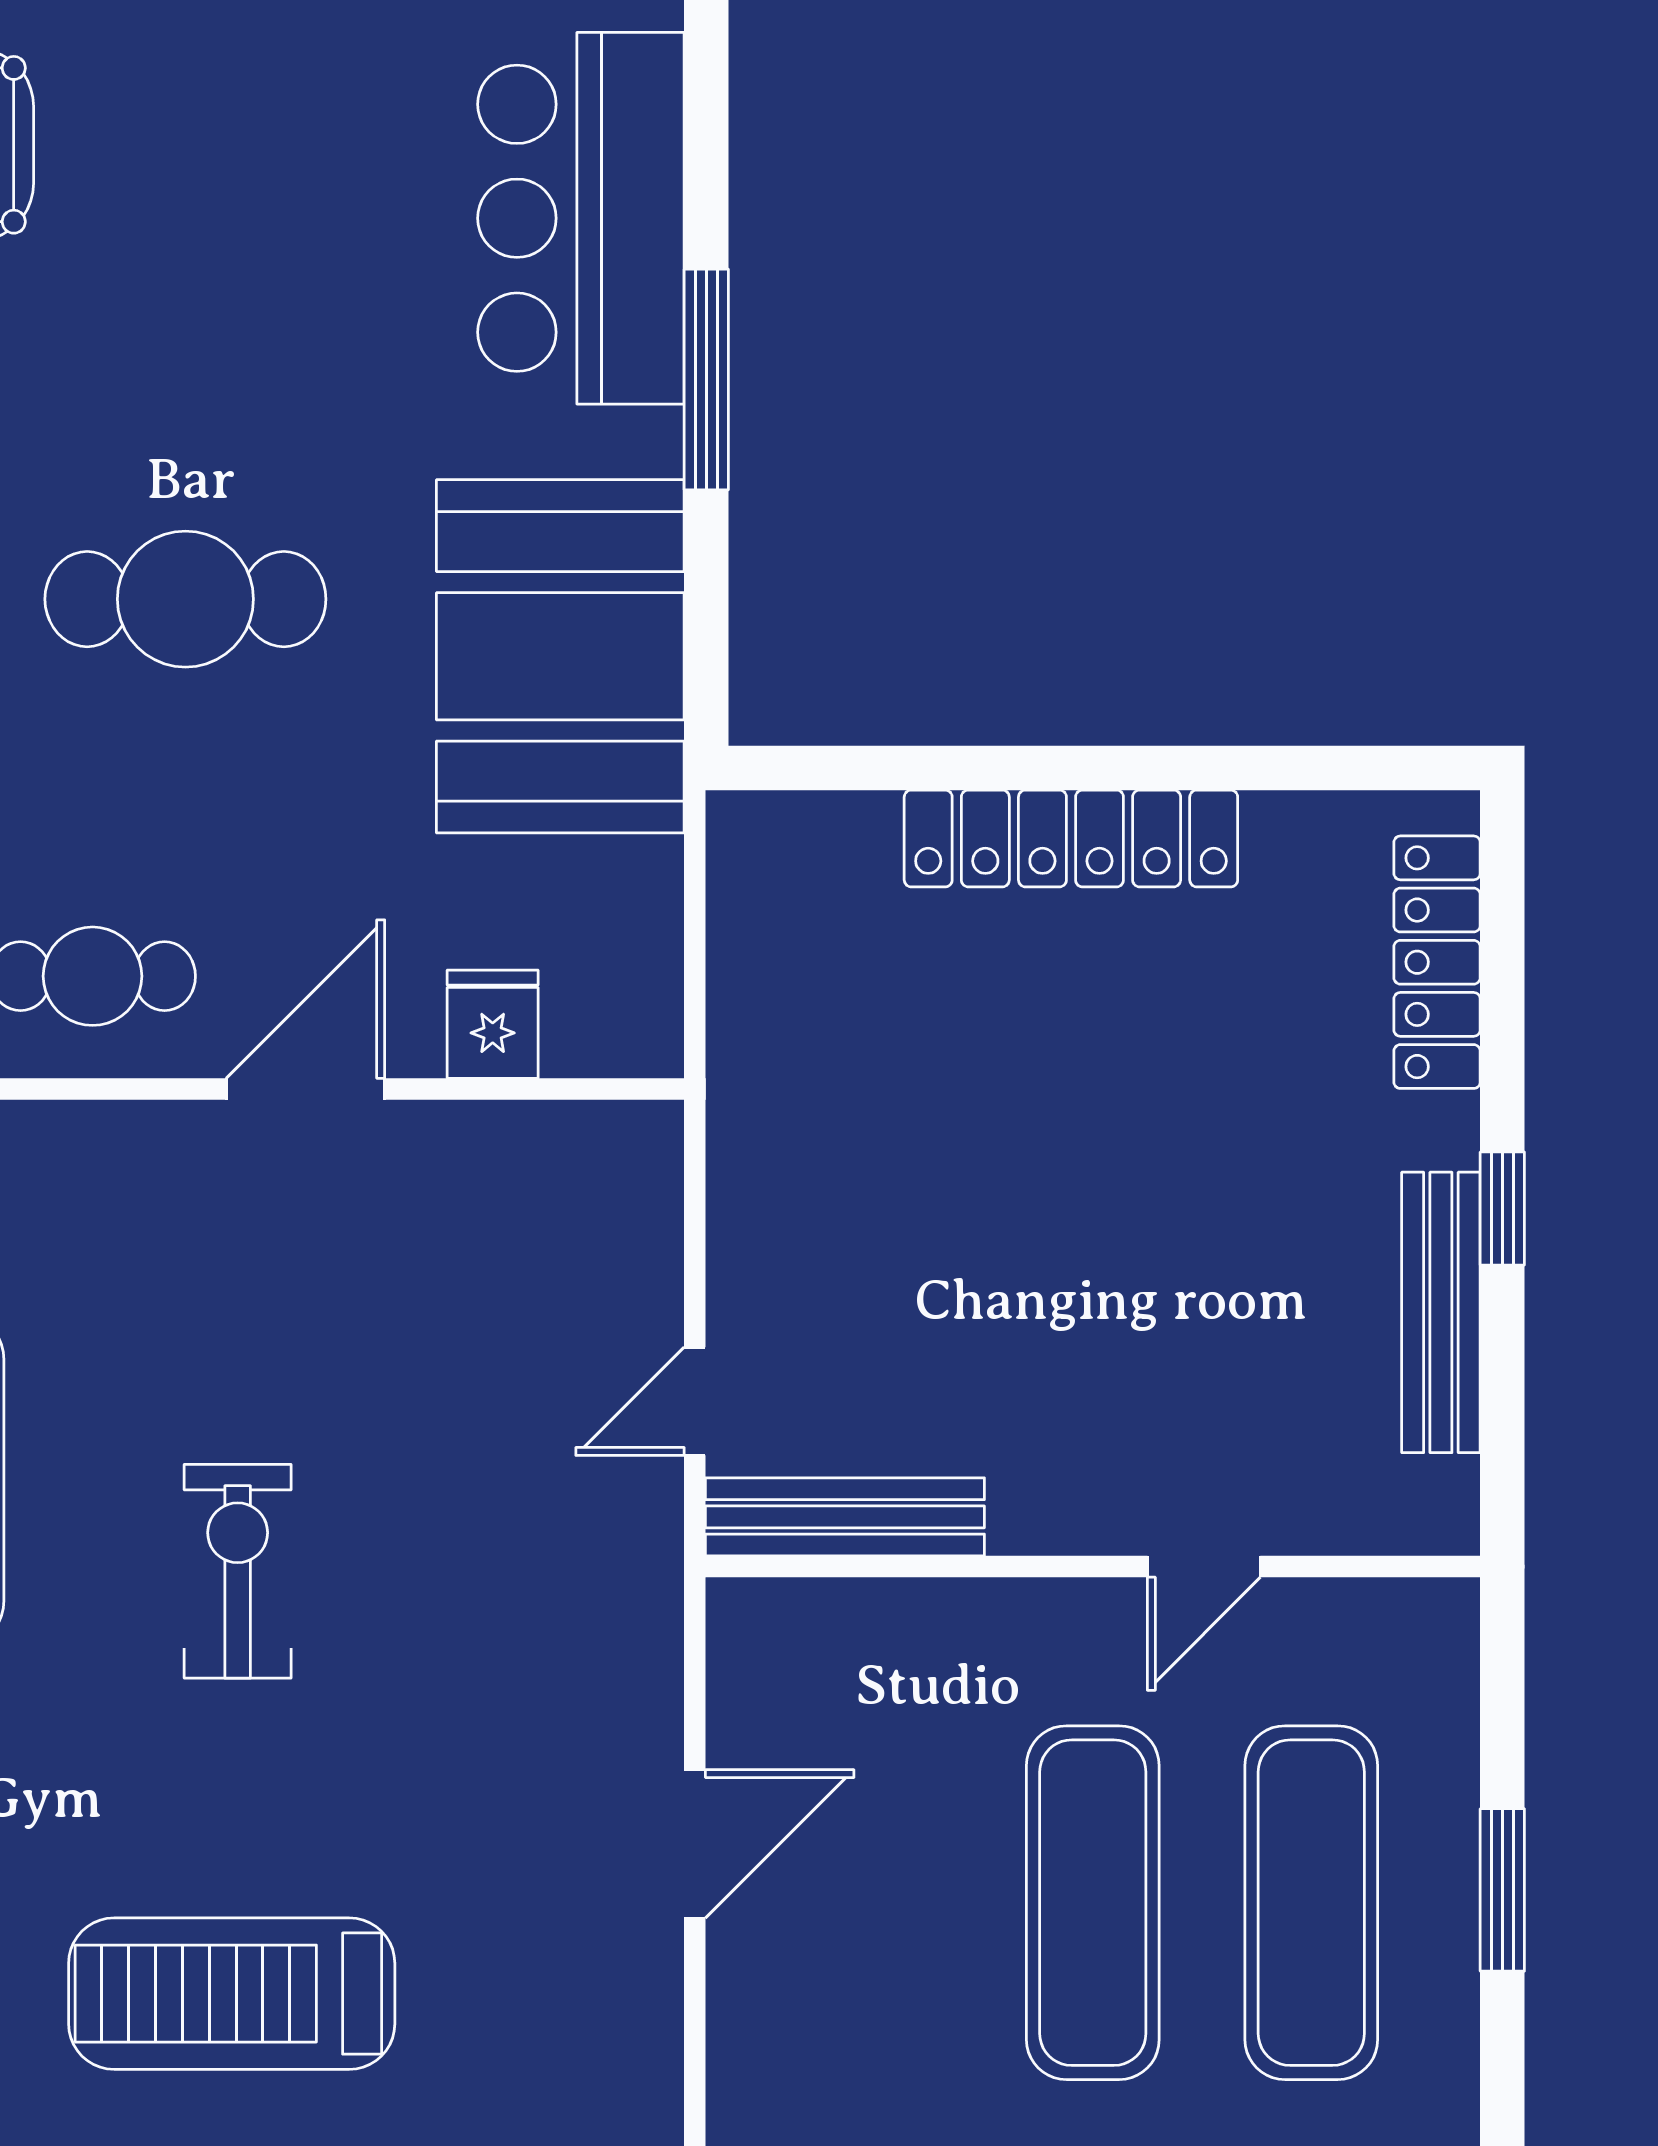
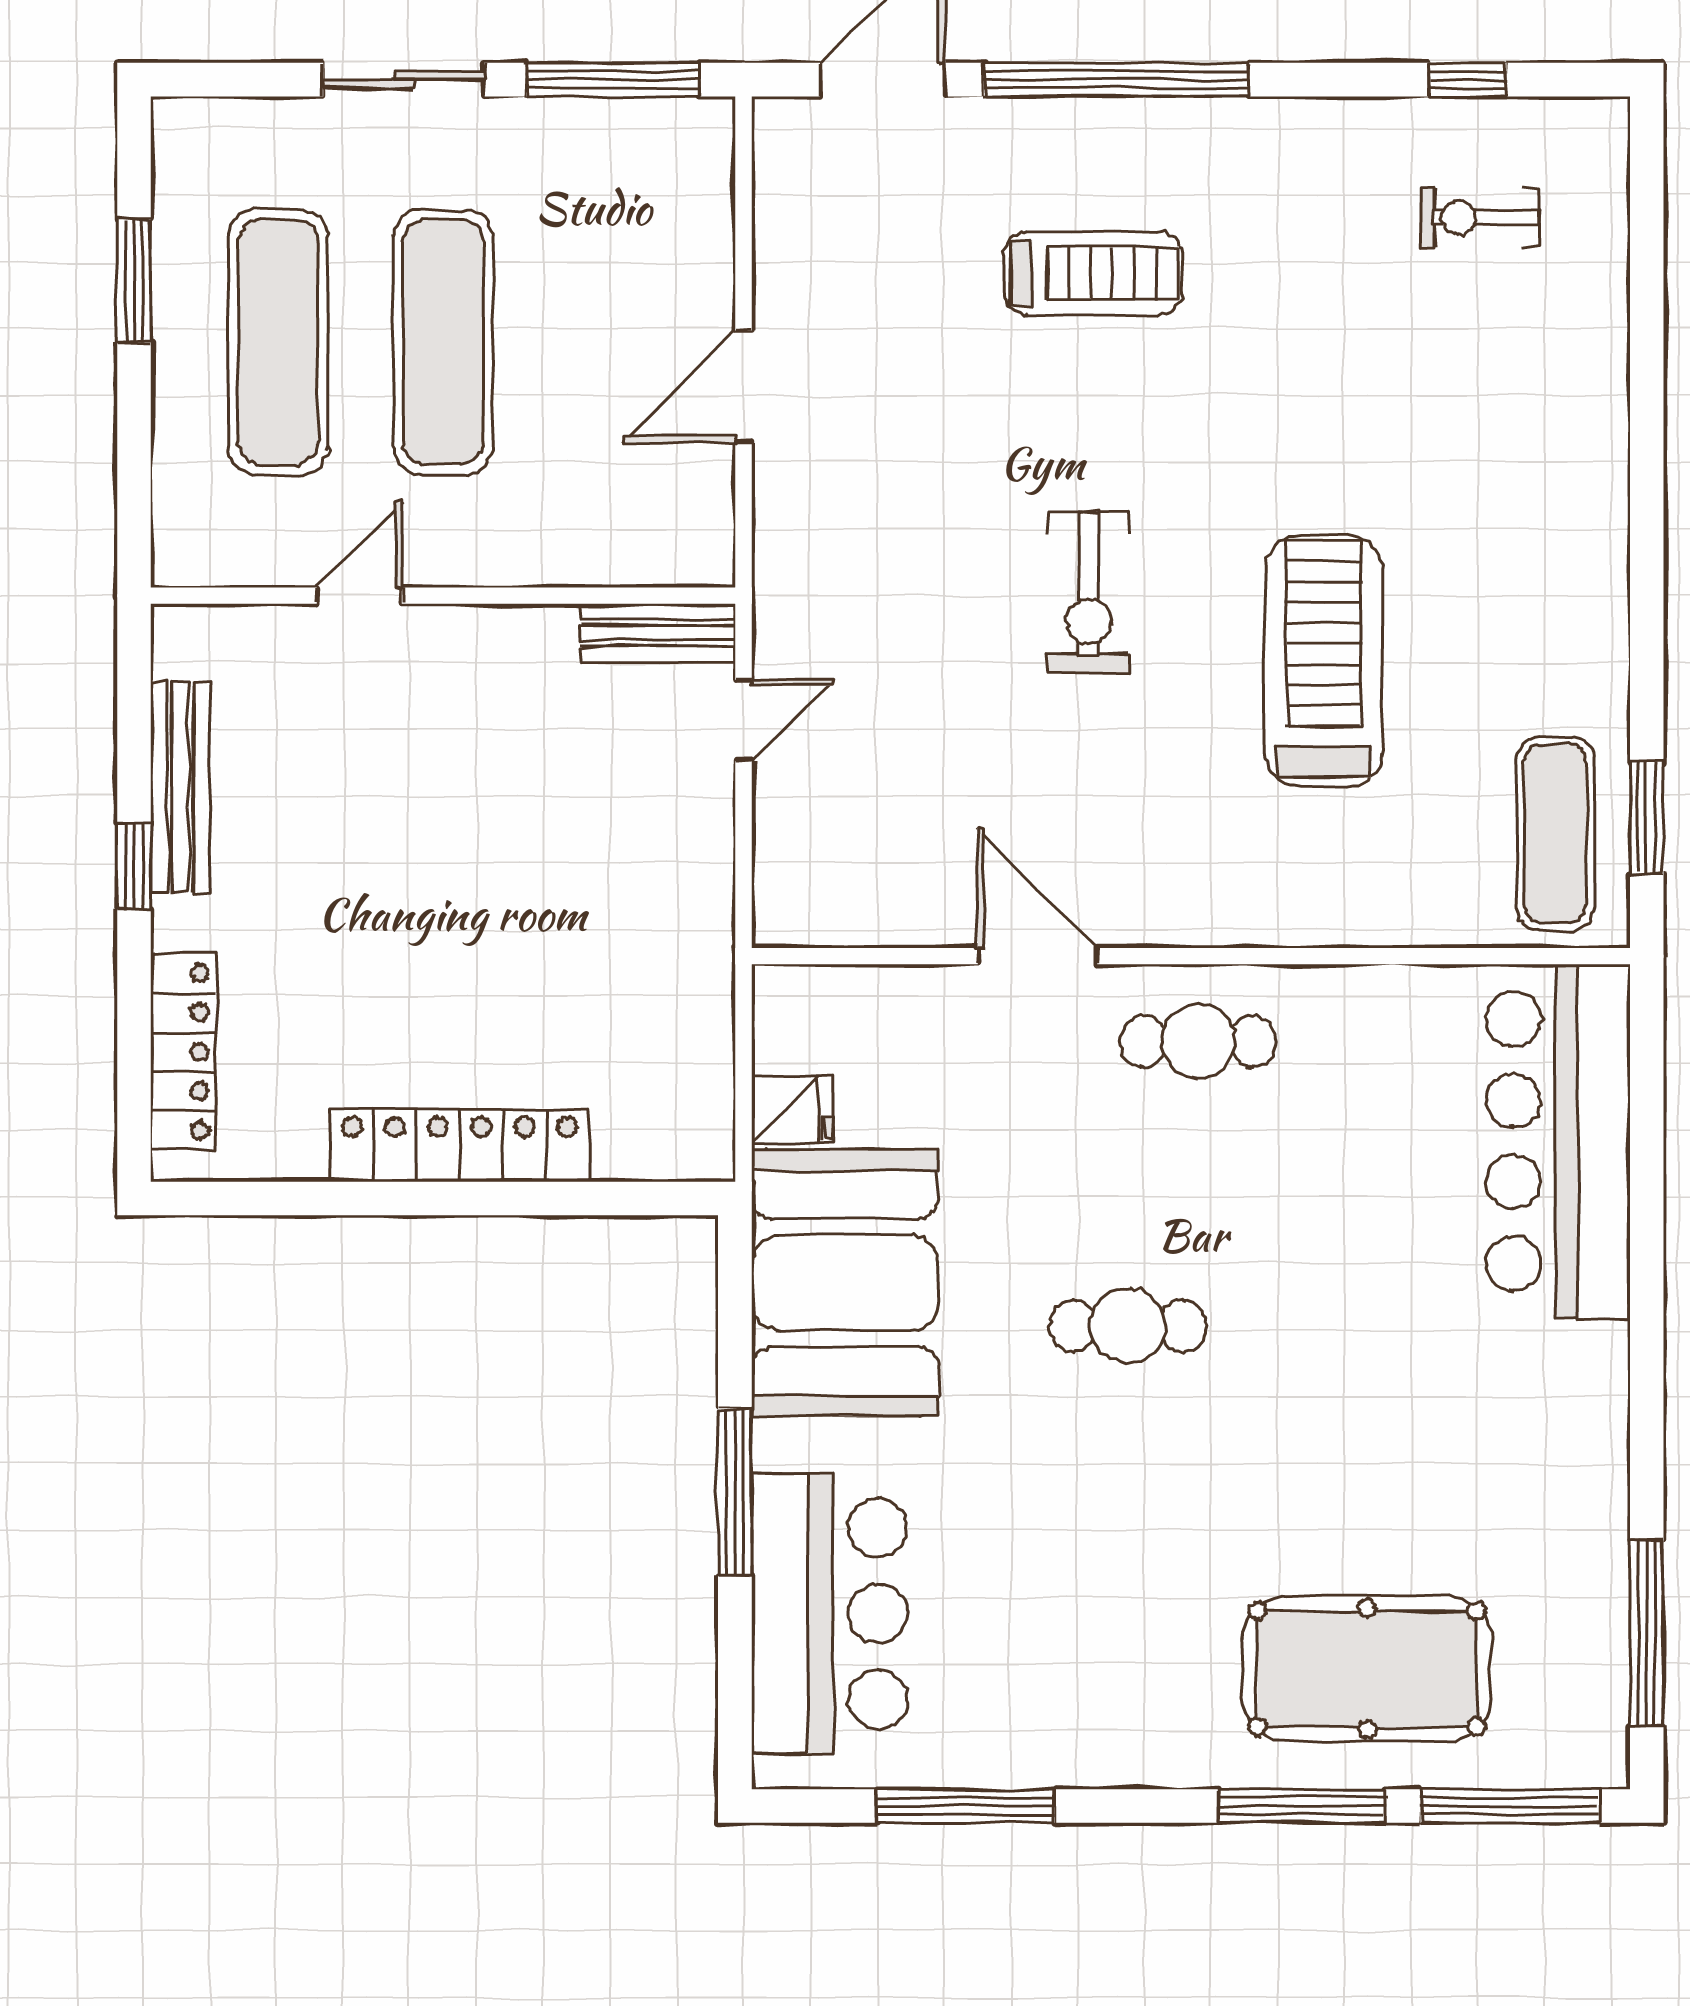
cafe table: (185, 599) -> (1128, 1326), width x0.73, depth x0.74
fridge: (493, 1024) -> (792, 1110), moved, turned -90
door: (305, 1089) -> (1037, 956), swing flipped
bench: (845, 1517) -> (658, 633), width x0.73
window: (1502, 1890) -> (134, 281), moved
treadmill: (232, 1994) -> (1093, 273), width x0.73, depth x0.73

